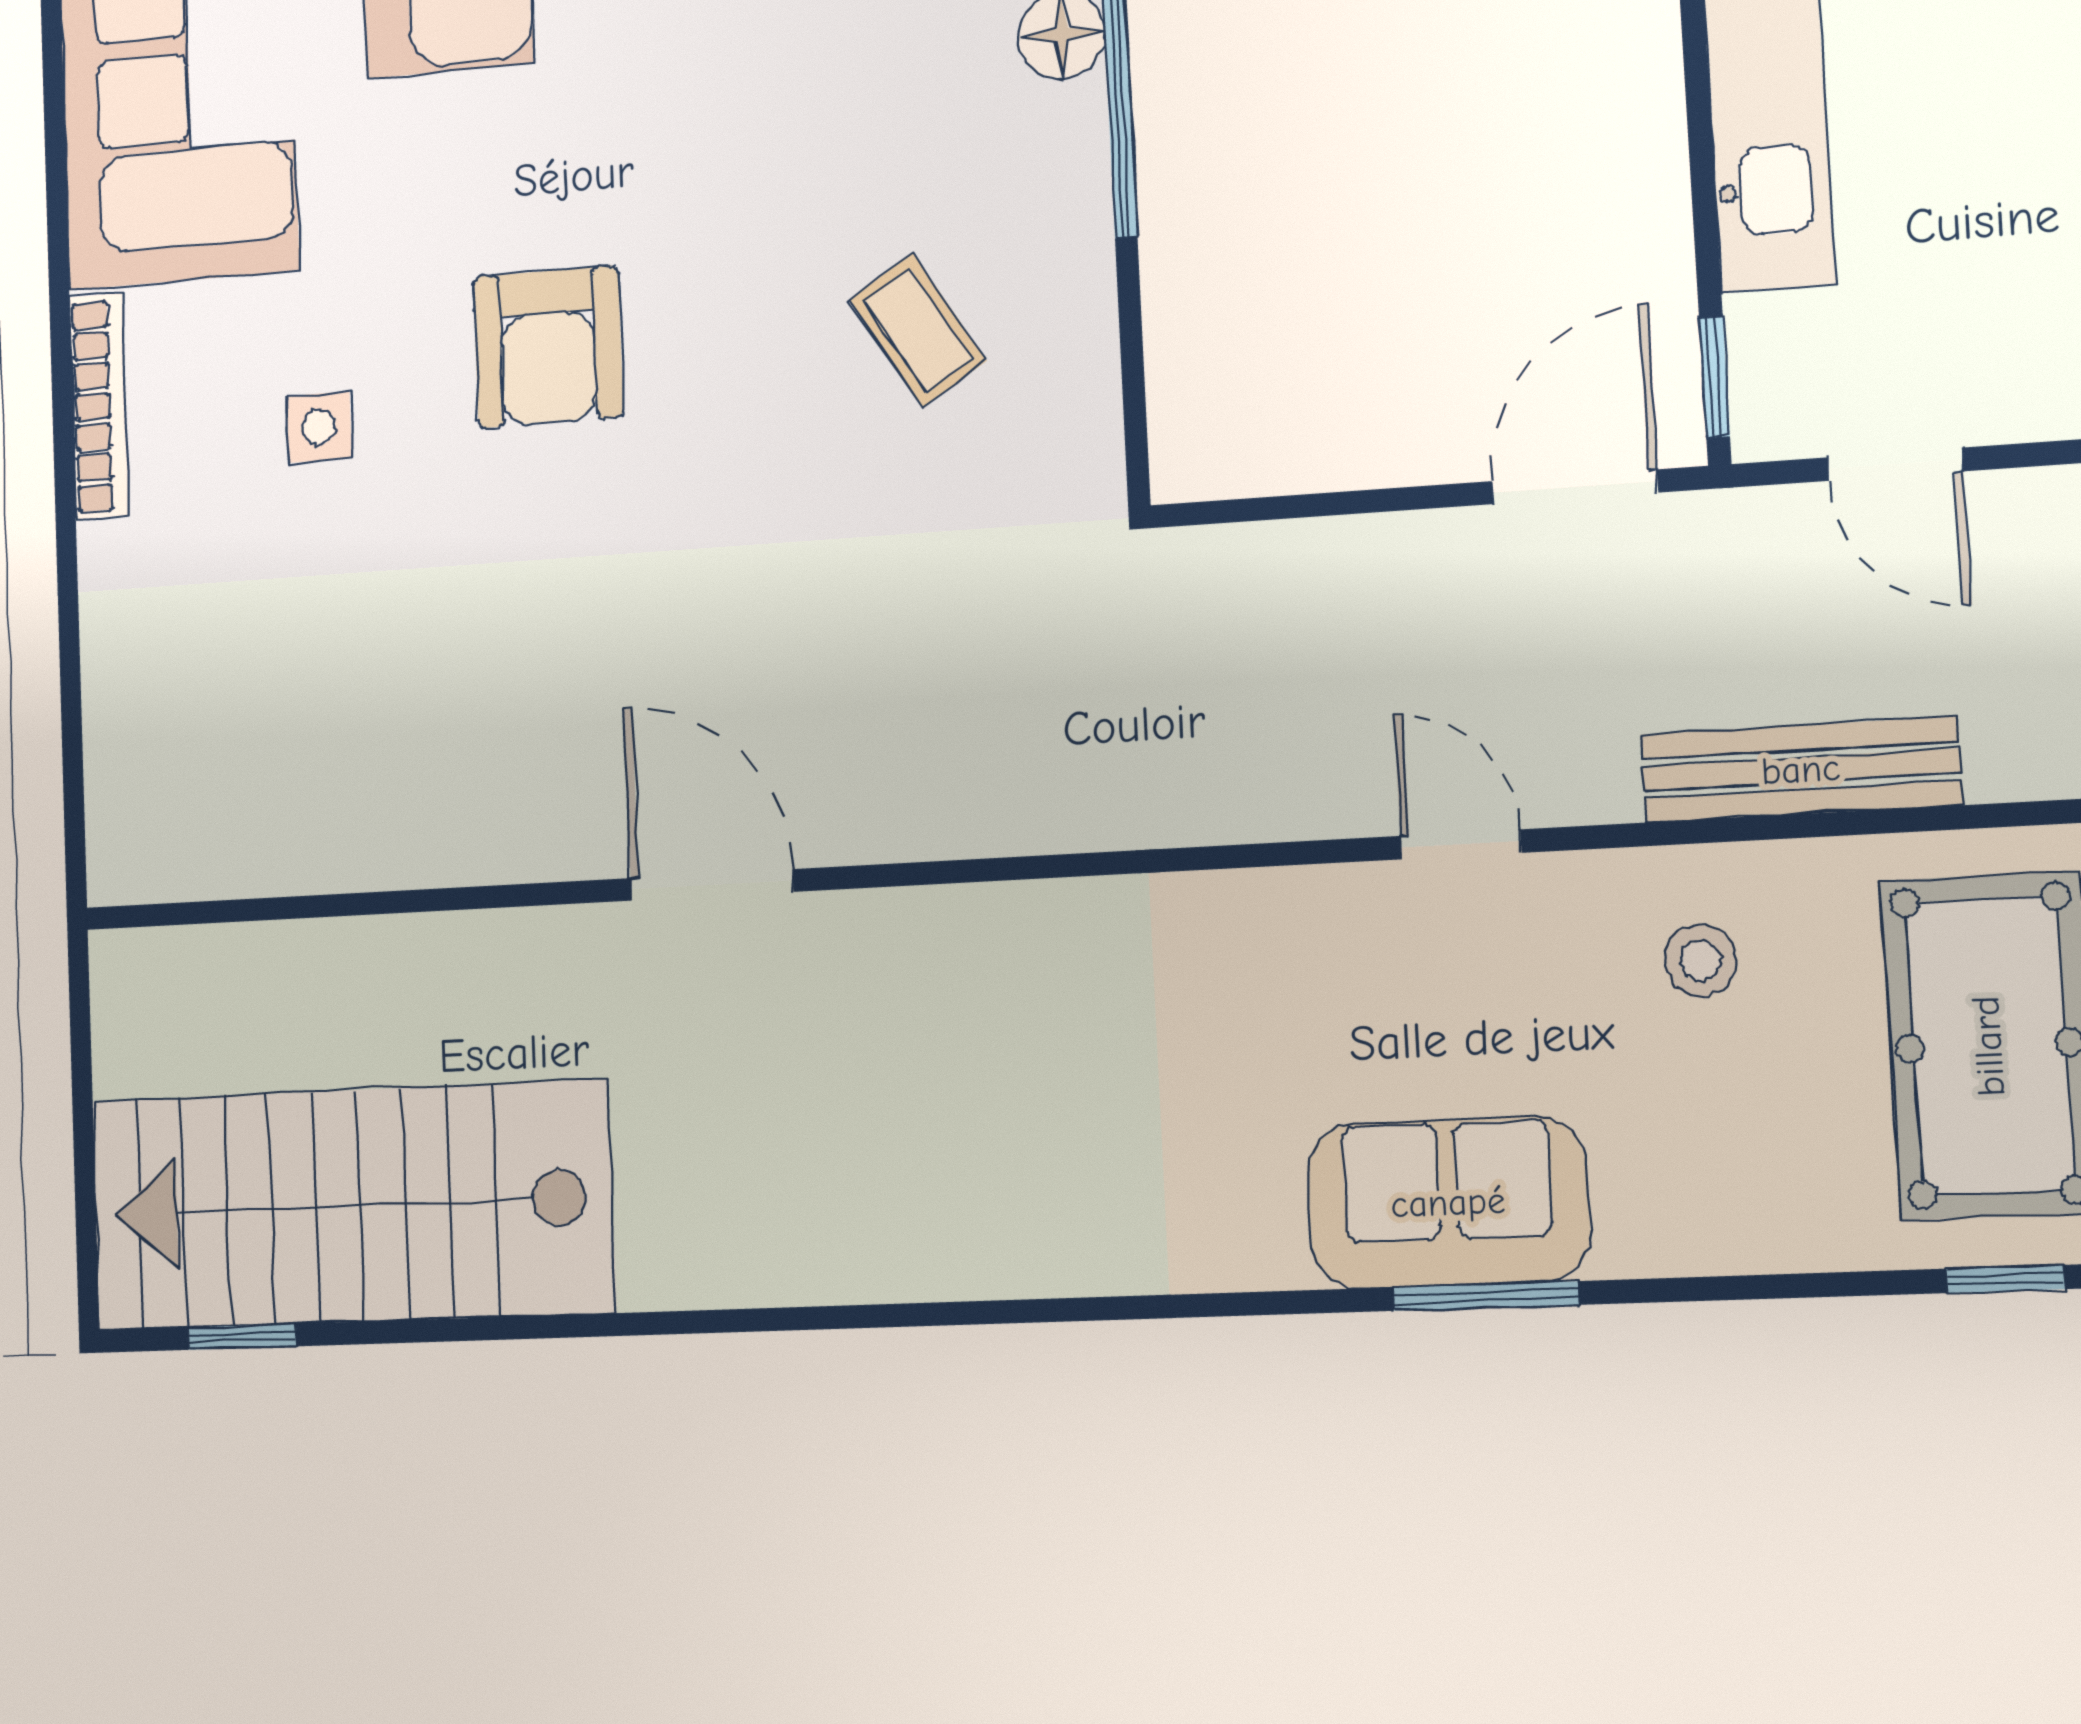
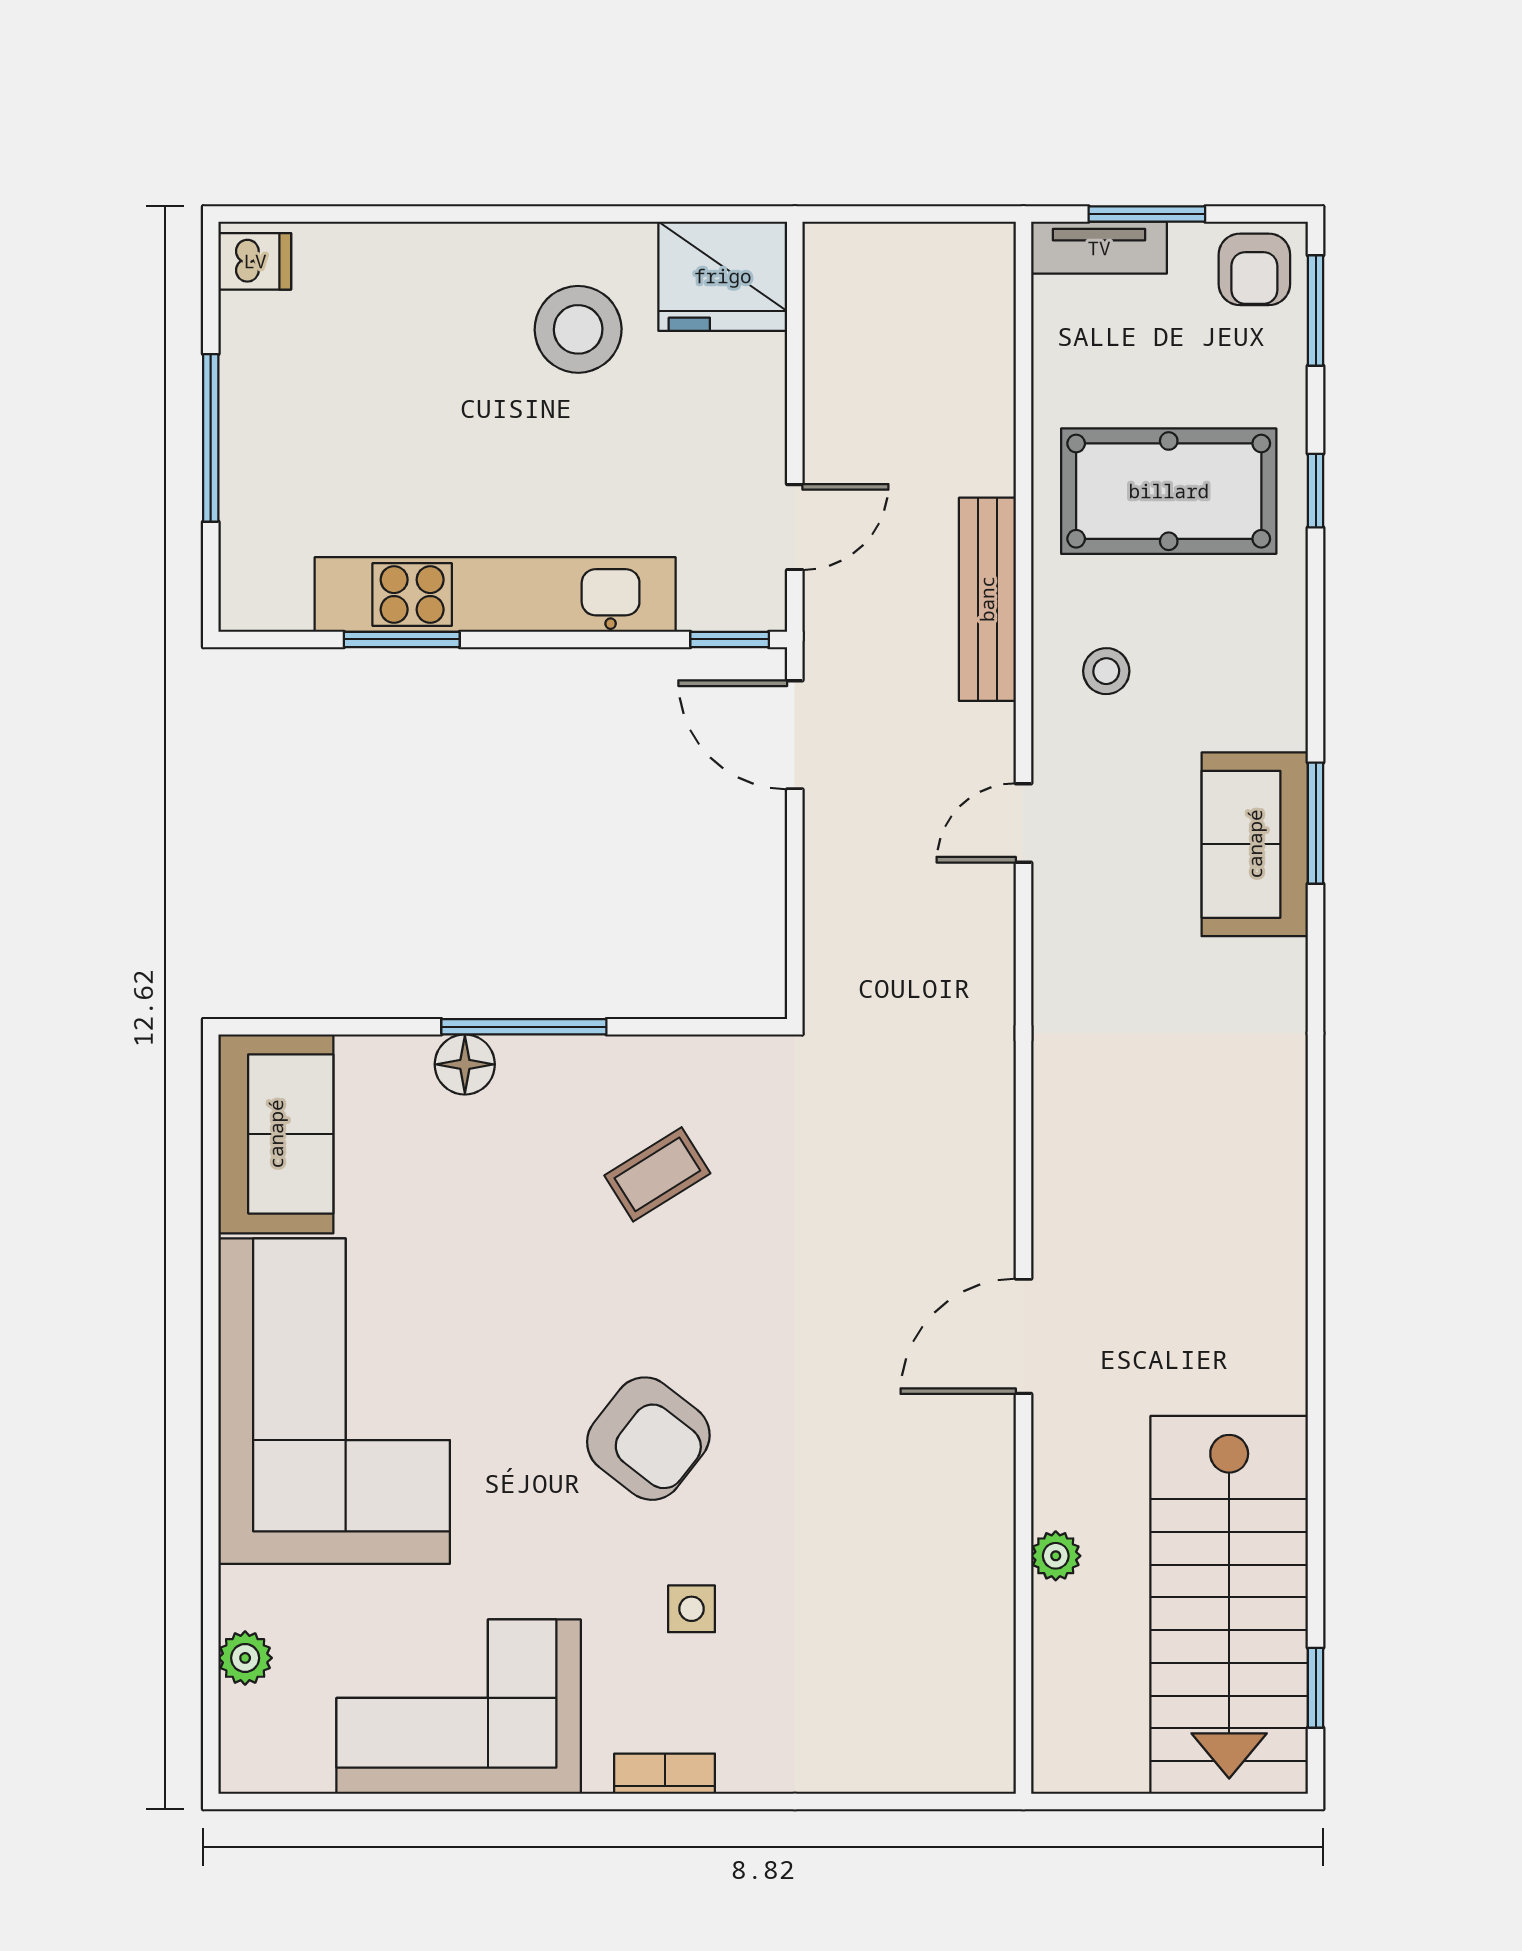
armchair: (548, 347) -> (648, 1439), turned 38
bookcase: (99, 406) -> (665, 1774), width x0.64
plant: (409, 949) -> (1056, 1556), added

